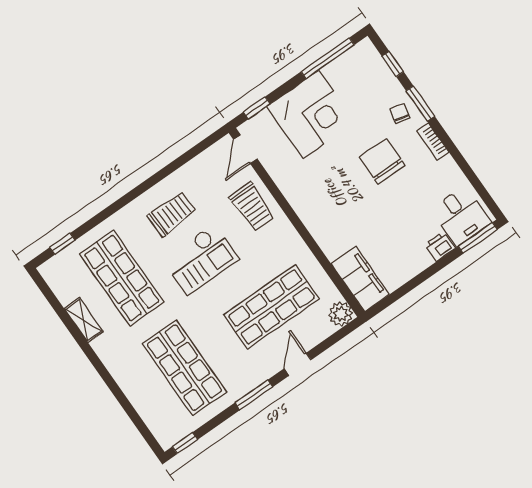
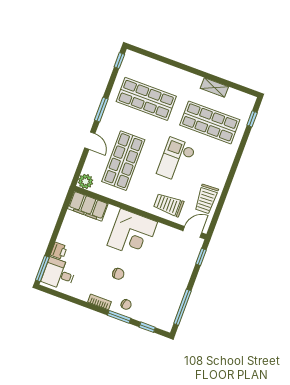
corner desk: (311, 114) -> (132, 234), moved, turned -90
door: (245, 149) -> (192, 232), hinge flipped
chair: (382, 161) -> (118, 274), width x0.54, depth x0.54
trolley: (172, 214) -> (206, 199), moved

